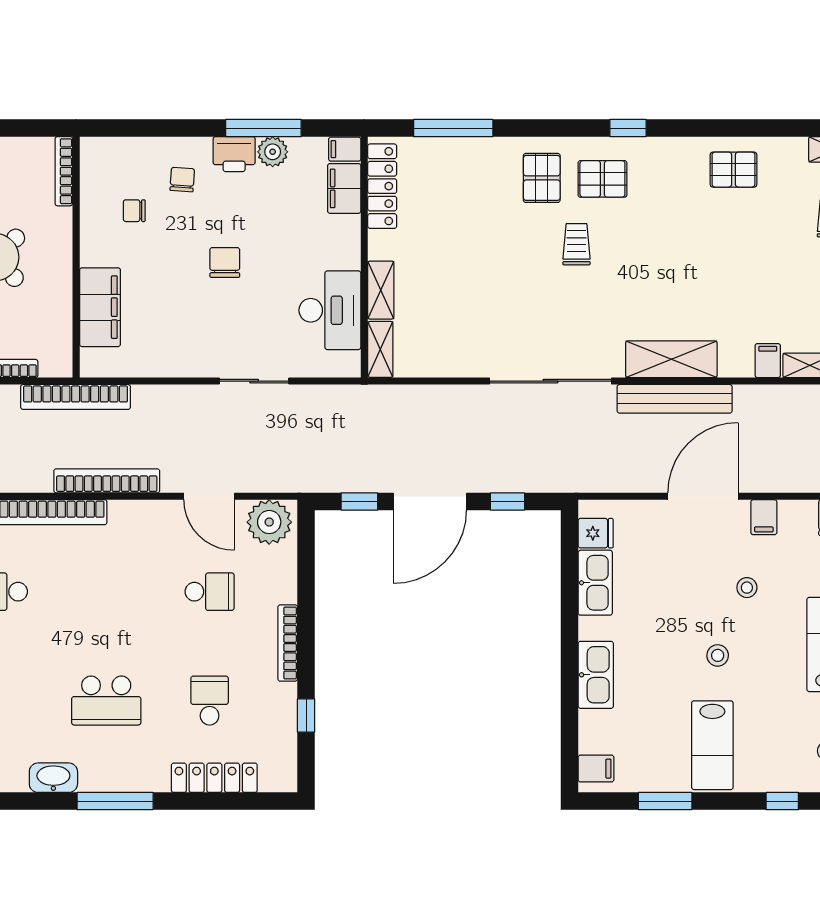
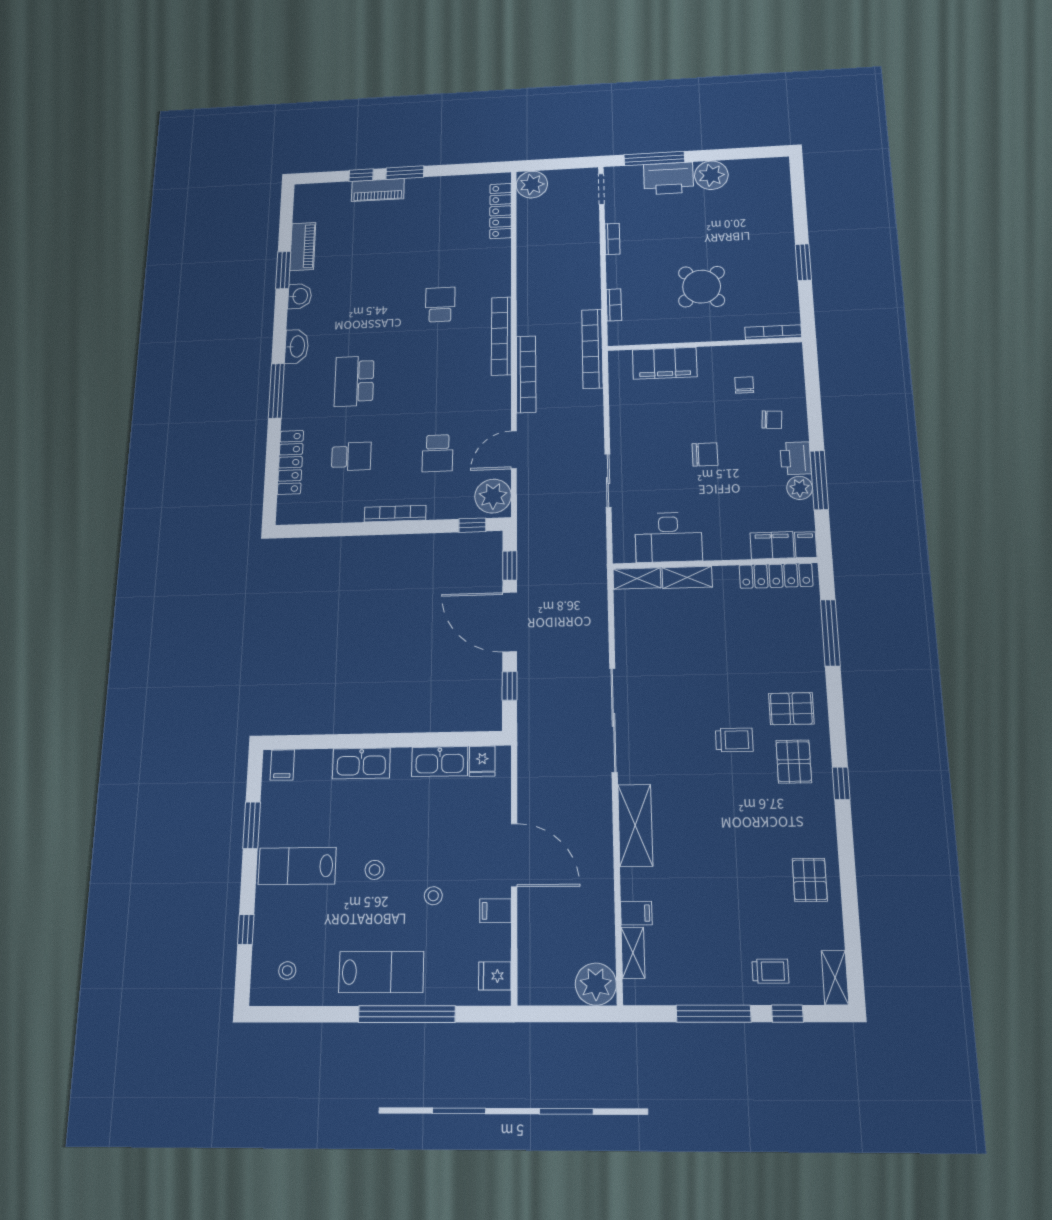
bench: (675, 399) -> (600, 829), removed
window: (306, 715) -> (472, 525), moved

